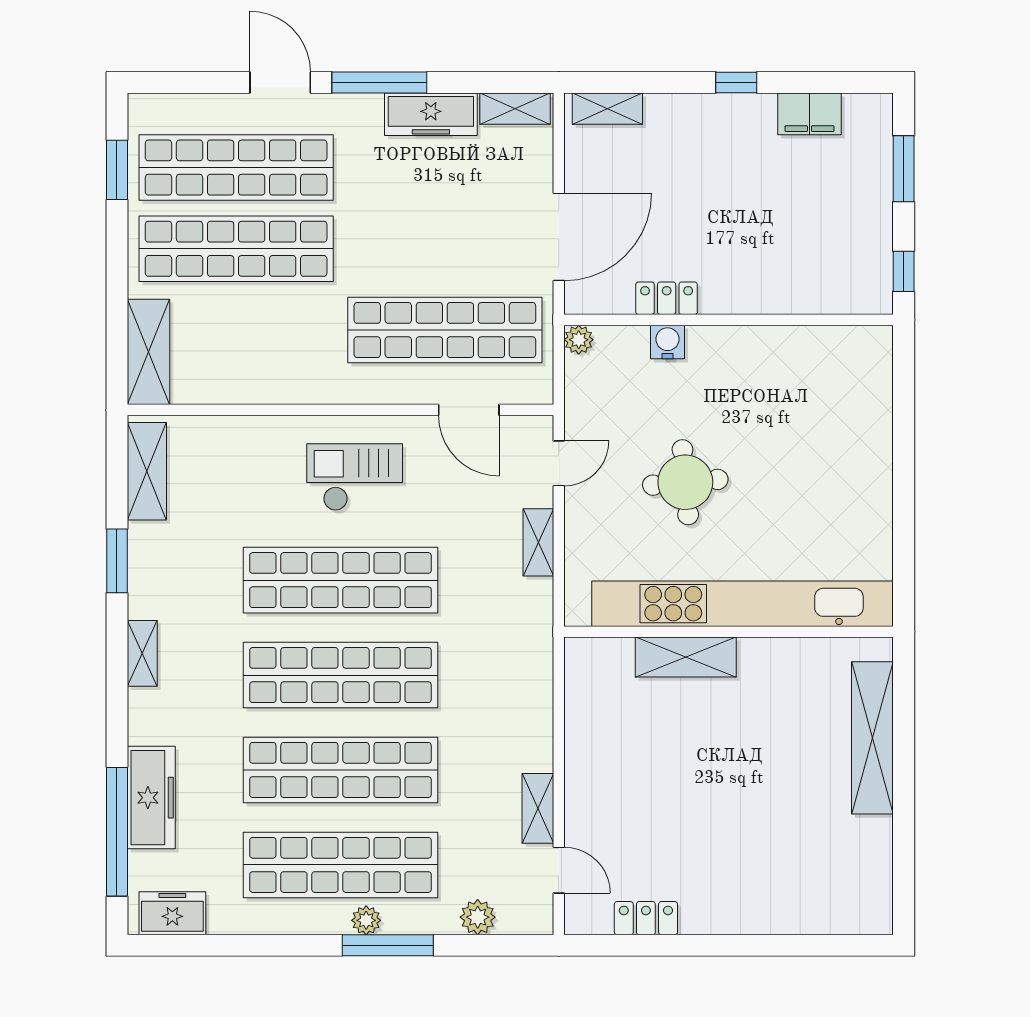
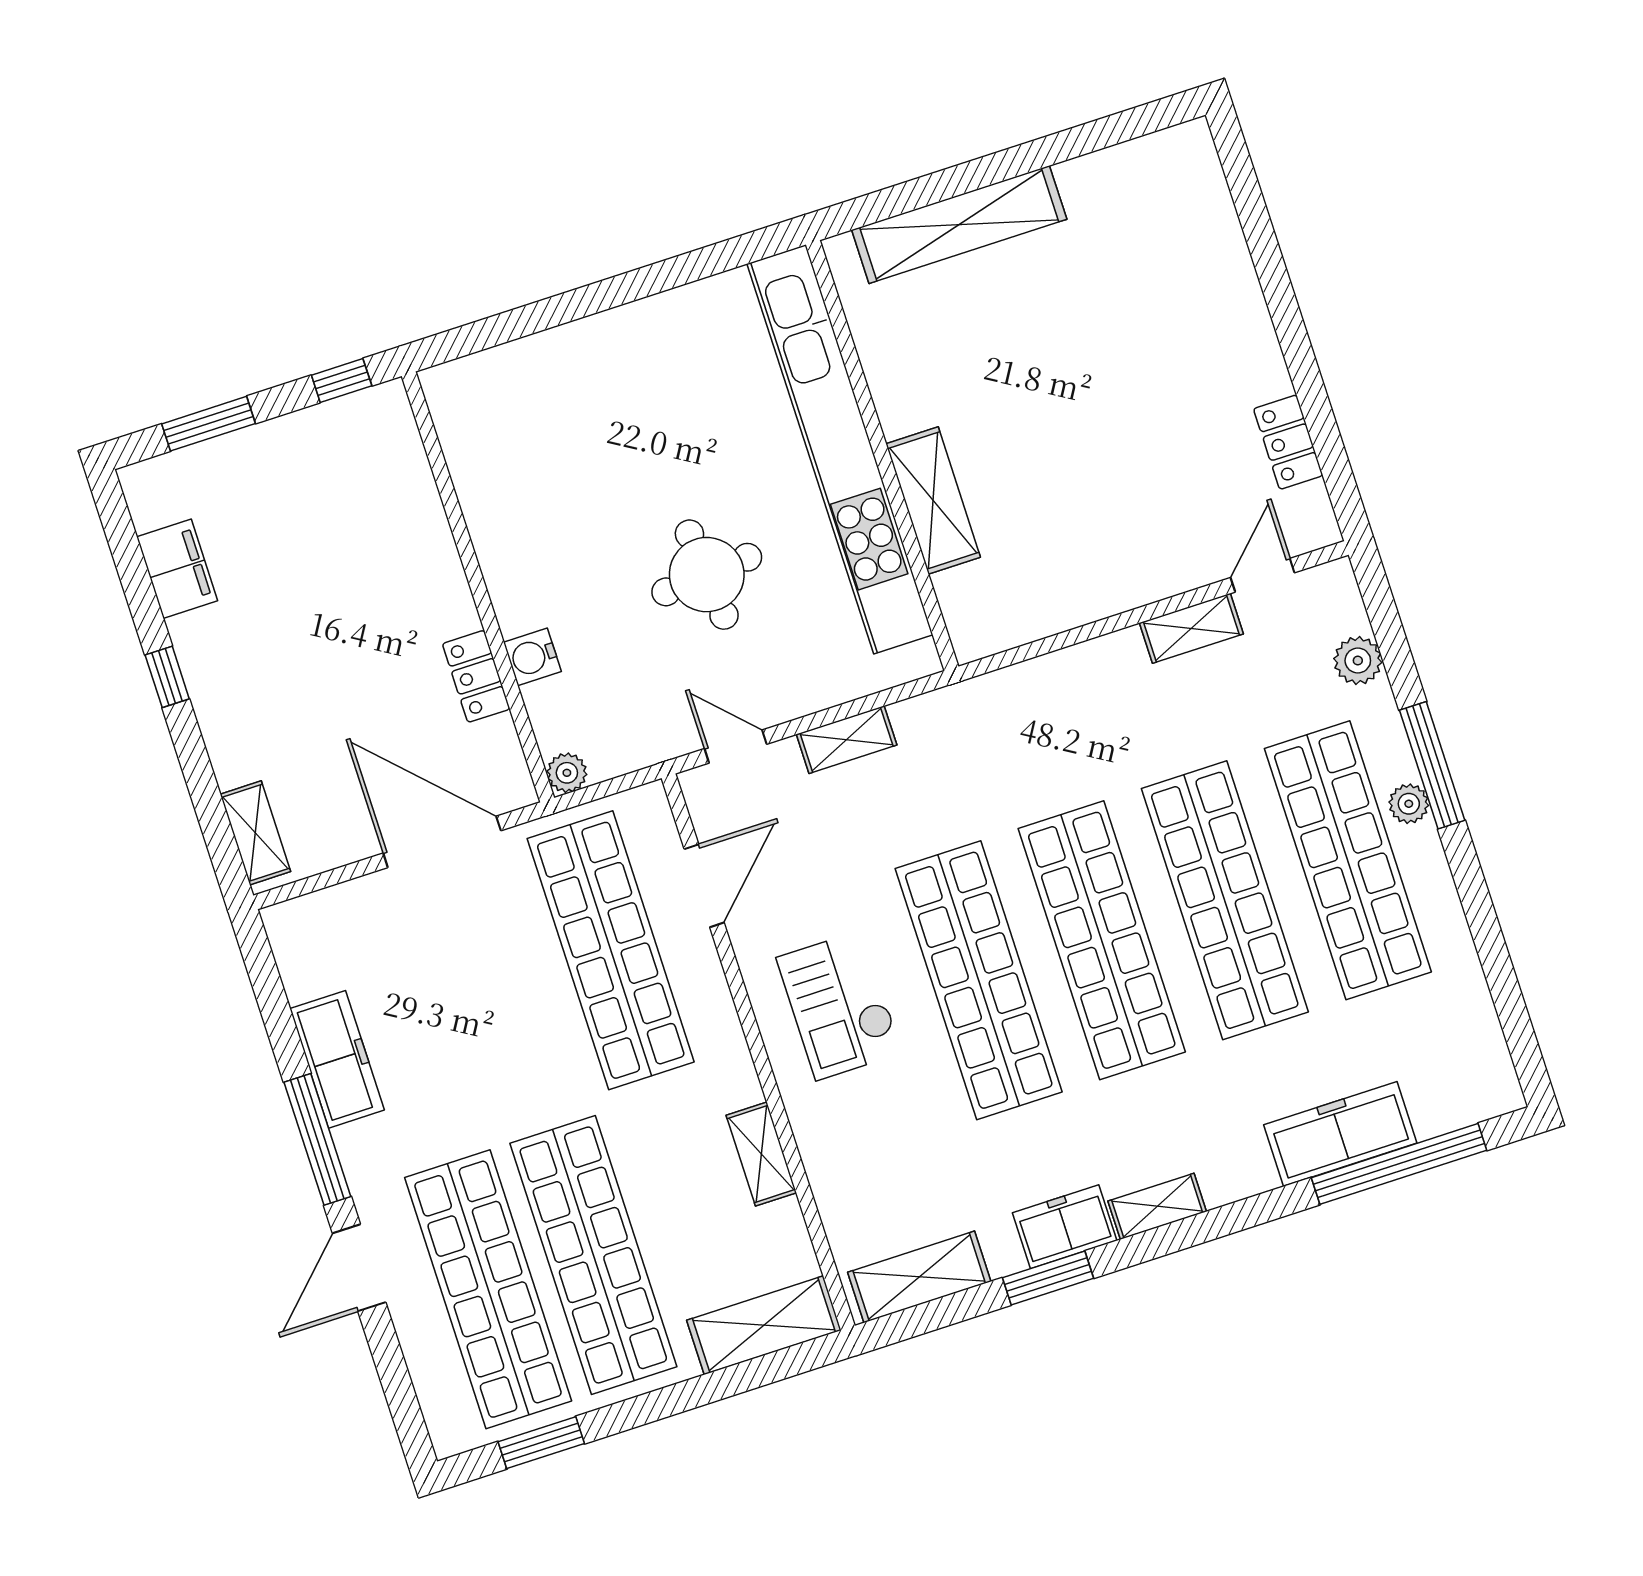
shelving: (515, 109) -> (761, 1154), moved
freezer: (172, 913) -> (1065, 1227), moved, turned 90

